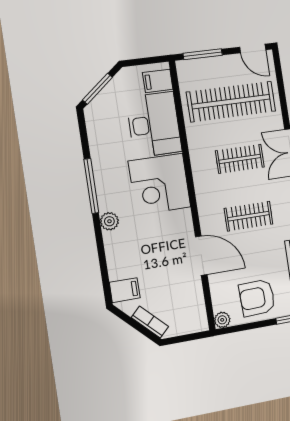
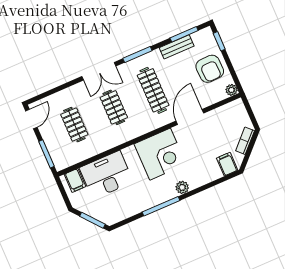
clothes rail: (231, 102) -> (74, 125), width x0.54, depth x0.76
corner desk: (159, 184) -> (160, 154), moved
clothes rail: (249, 216) -> (153, 90), width x1.36

